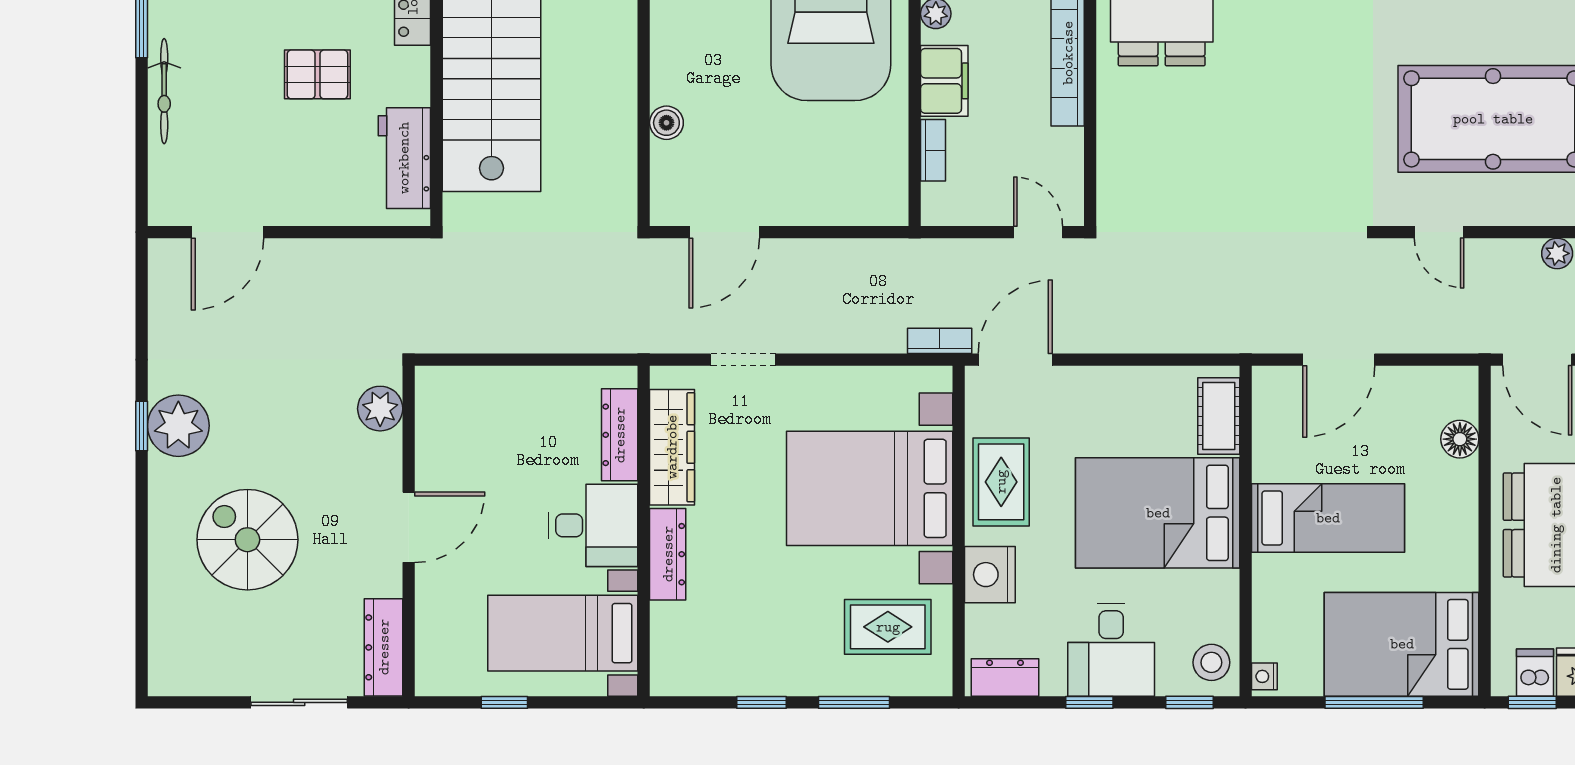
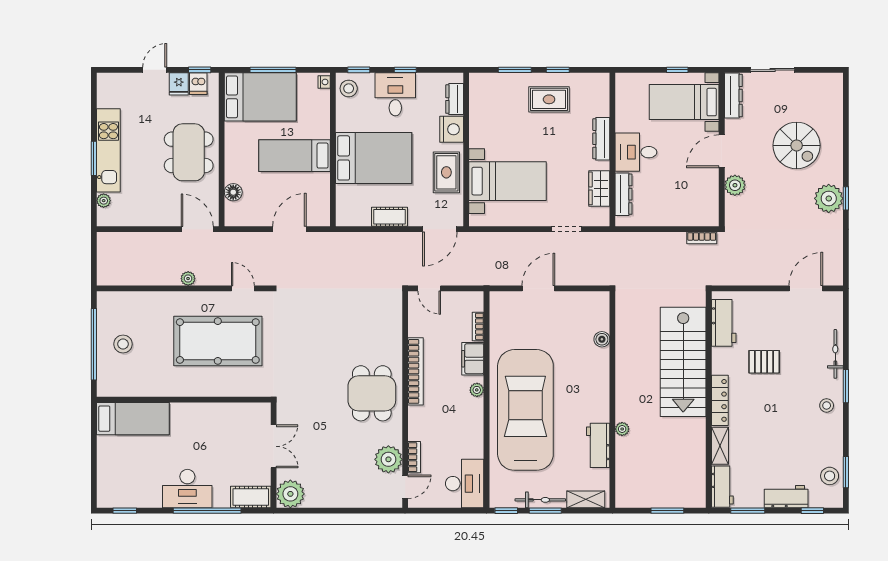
door: (724, 232) -> (538, 288), moved
bookcase: (940, 341) -> (702, 238), moved
plant: (380, 409) -> (735, 185), moved
cot: (1219, 416) -> (390, 217), moved, turned 90
wardrobe: (672, 447) -> (599, 188), width x0.67
bed with nightstands: (870, 488) -> (508, 181), width x0.73
rug: (888, 627) -> (549, 99), moved
bed with nightstands: (563, 633) -> (684, 102), moved, turned 180
dresser: (1005, 678) -> (455, 99), moved, turned 90

